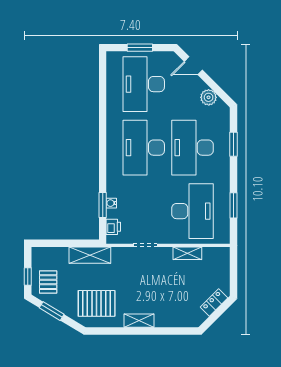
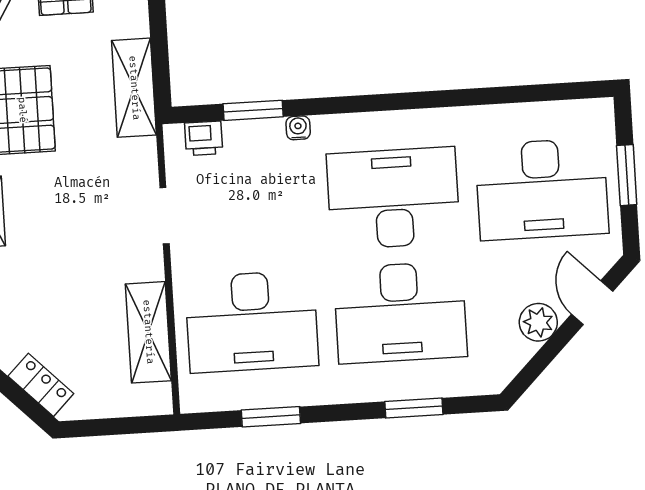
desk: (144, 84) -> (542, 189), turned 180
plant: (209, 97) -> (538, 322), moved
desk: (192, 148) -> (400, 312), turned 180
water cooler: (111, 203) -> (298, 128), moved
shelving: (187, 253) -> (148, 332), width x1.50, depth x1.33

